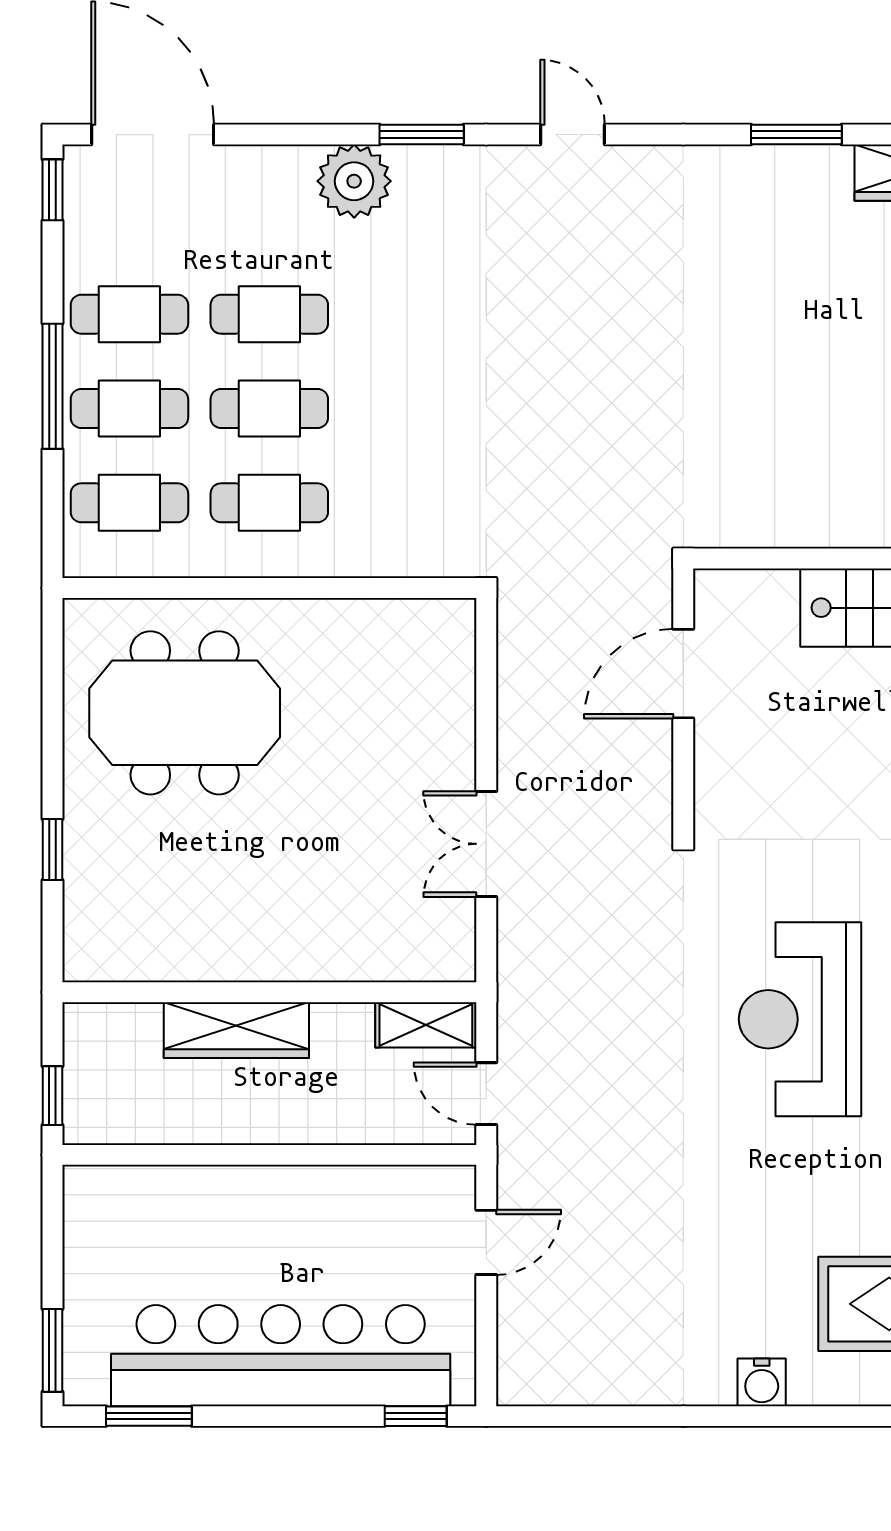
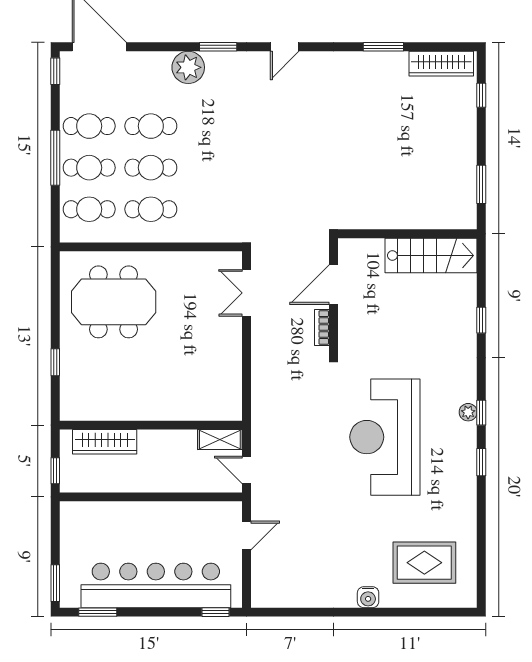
door: (572, 135) -> (285, 47), swing flipped
bookcase: (657, 771) -> (322, 328), added
double door: (486, 844) -> (247, 293), moved
reception desk: (800, 1019) -> (385, 437), width x1.36, depth x1.30
wardrobe: (236, 1030) -> (105, 442), moved

